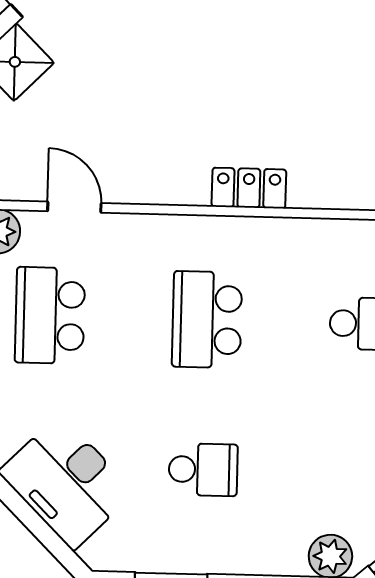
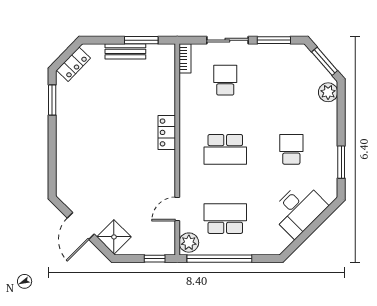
school desk: (50, 315) -> (225, 219), turned 180

